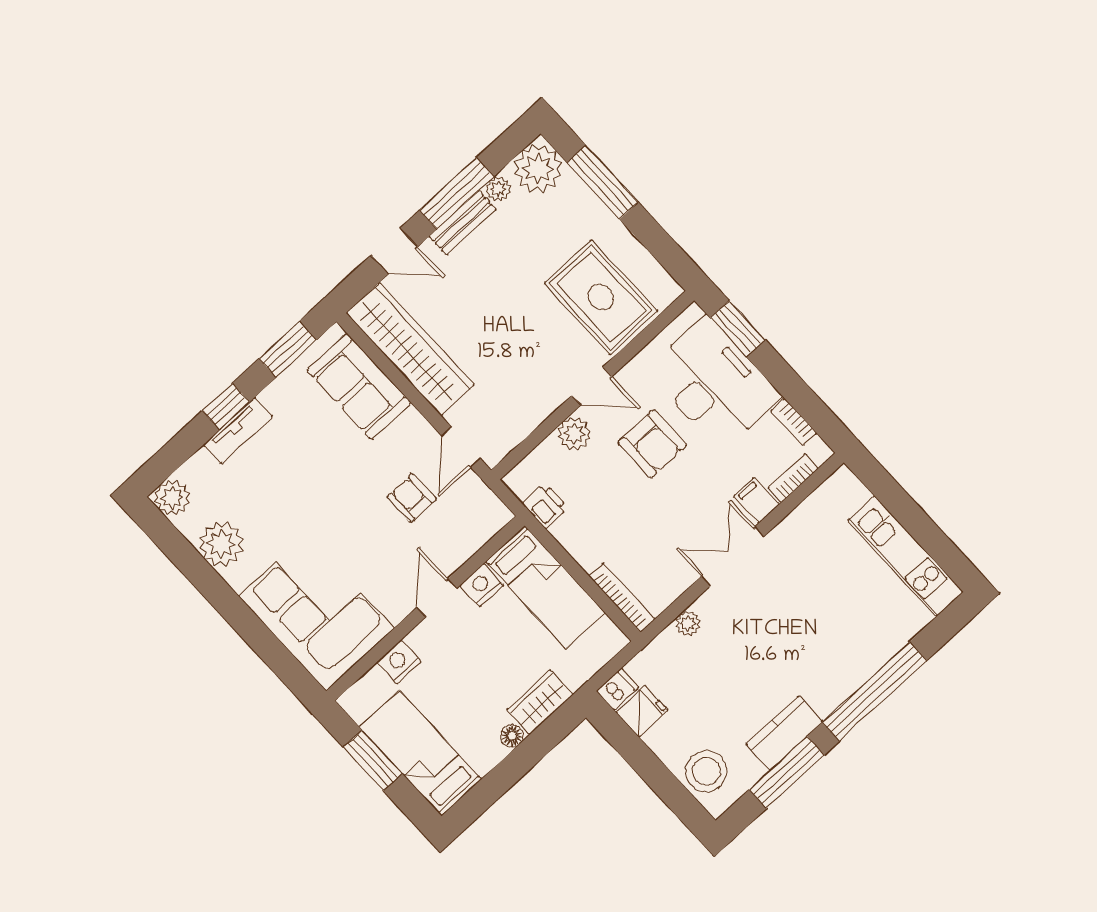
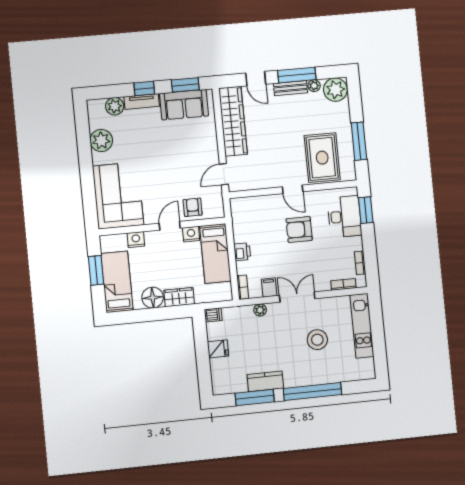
window: (603, 182) -> (359, 141), moved
desk: (714, 383) -> (344, 217), width x0.73, depth x0.77
sofa: (359, 386) -> (184, 105), moved, turned -90
plant: (574, 434) -> (272, 203), removed
armchair: (652, 444) -> (299, 230), turned 90
plant: (172, 498) -> (115, 106), moved
armchair: (411, 498) -> (193, 207), moved
filing cabinet: (756, 500) -> (269, 287), moved
printer: (545, 506) -> (242, 252), moved
kitchen unit: (906, 556) -> (362, 326), moved
bookcase: (622, 598) -> (243, 287), width x0.64
fridge: (642, 711) -> (218, 349), moved
floor lamp: (512, 736) -> (153, 298), width x1.89, depth x1.89
stool: (706, 771) -> (317, 340), moved

